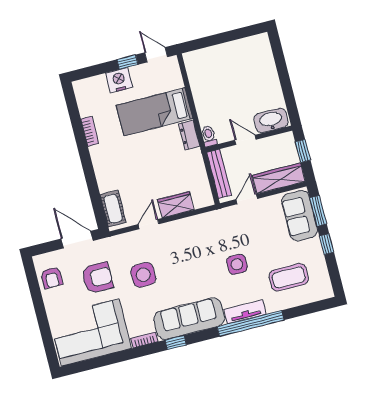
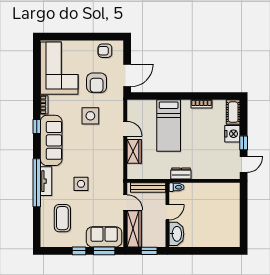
bed: (155, 112) -> (169, 126), moved, turned 180
cot: (113, 209) -> (233, 112), moved, turned 90

